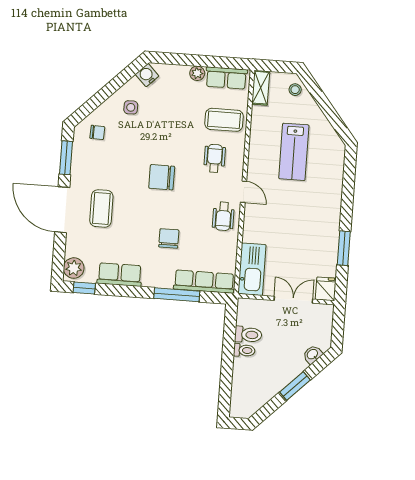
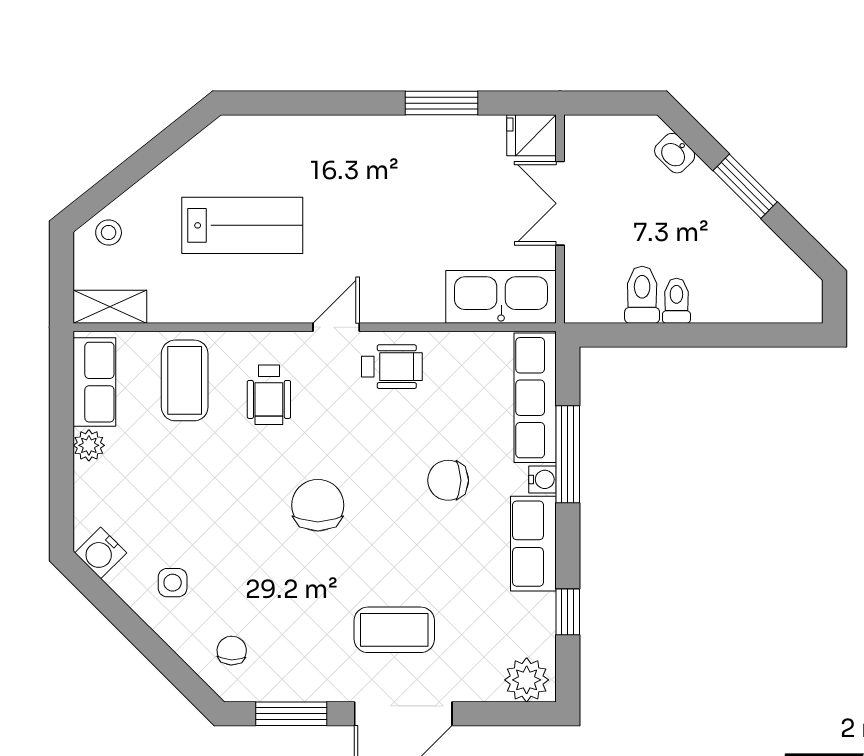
wheelchair: (215, 158) -> (269, 395), turned -90
chair: (162, 177) -> (318, 505), turned 180
row of seats: (120, 275) -> (533, 544), moved
water cooler: (166, 282) -> (543, 479), added
window: (84, 288) -> (568, 612), moved

